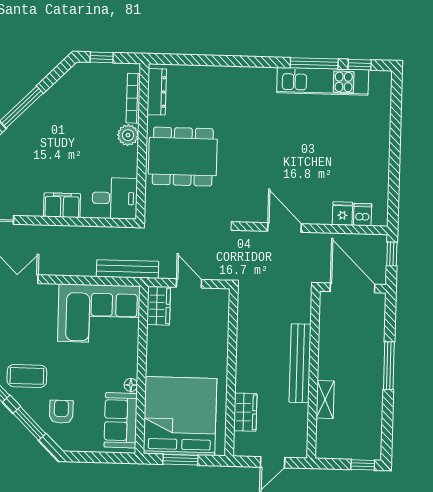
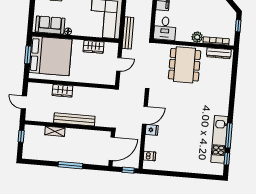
fridge: (342, 213) -> (152, 130), moved
wardrobe: (159, 306) -> (94, 47), moved
wardrobe: (245, 412) -> (62, 91), moved
window: (363, 465) -> (21, 136), moved

